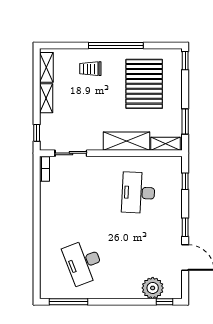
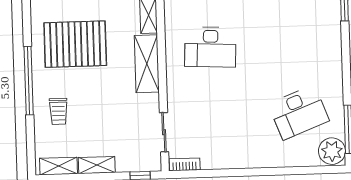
plant: (153, 288) -> (332, 151), moved

